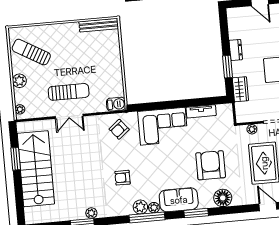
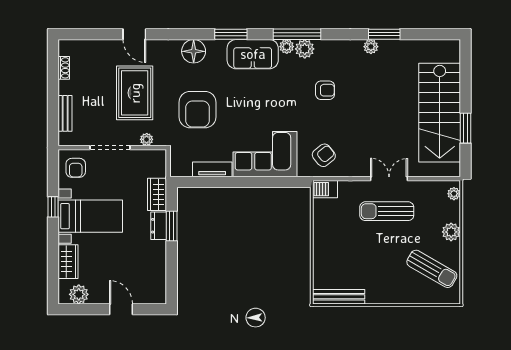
dresser: (236, 50) -> (159, 226), moved
armchair: (211, 165) -> (197, 110), moved

